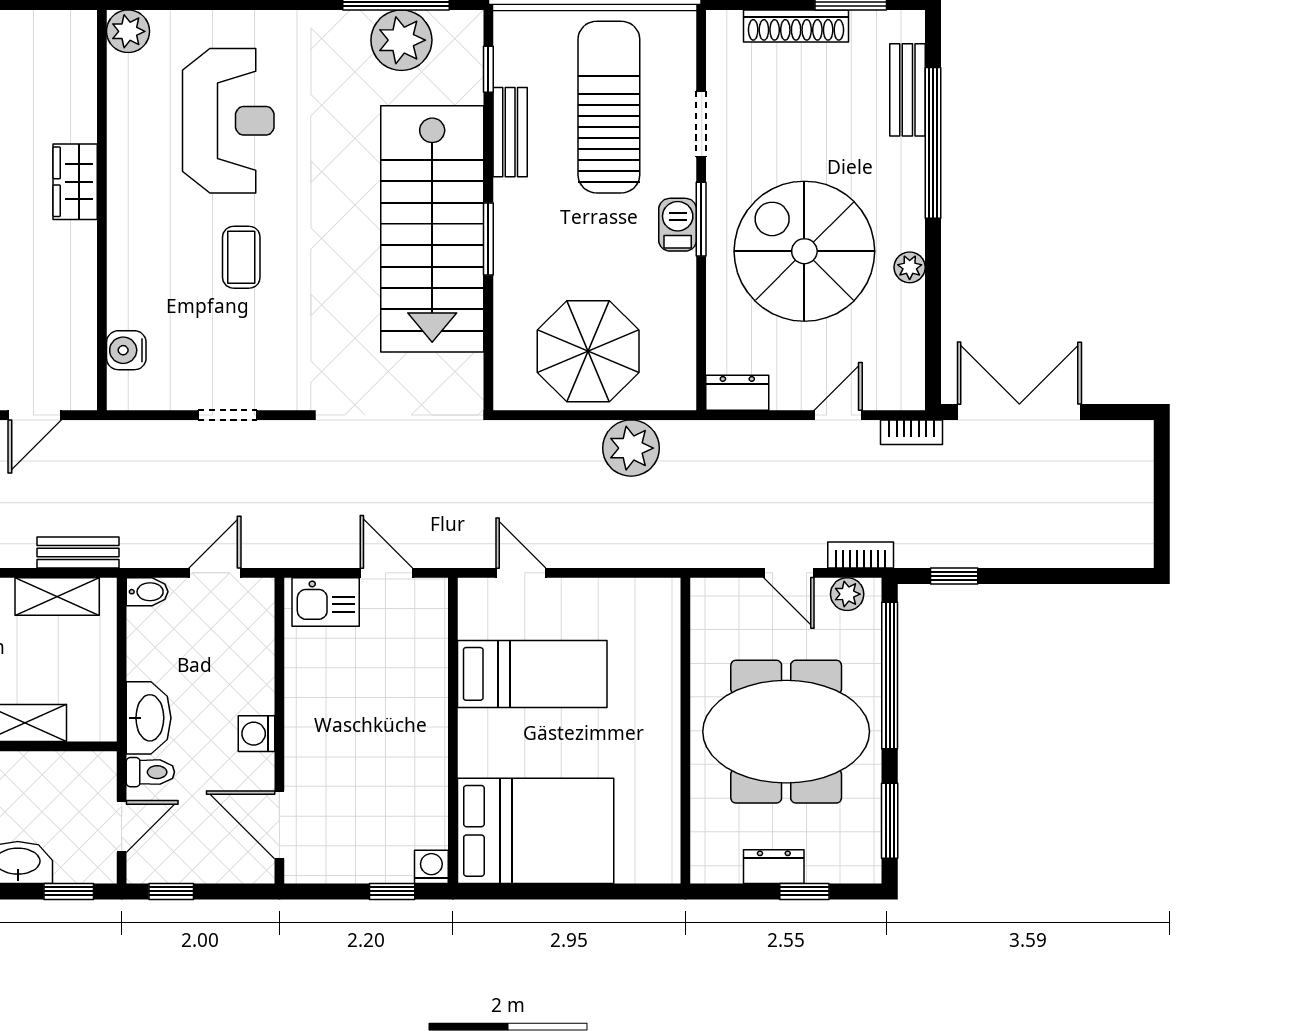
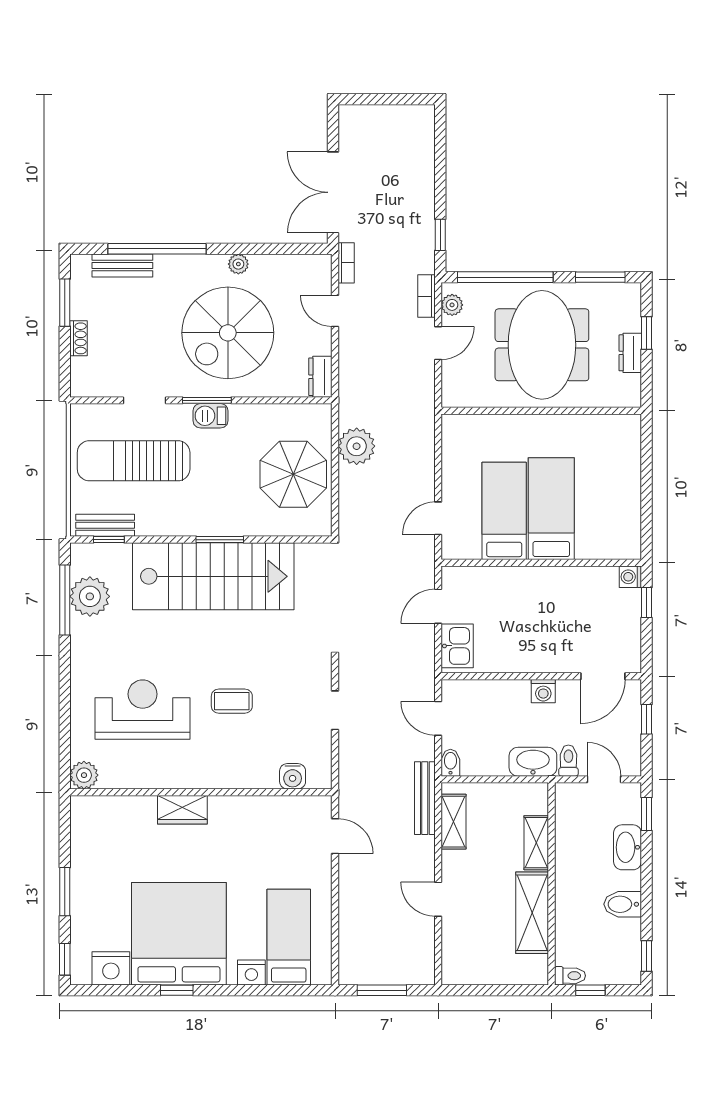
shoe rack: (796, 26) -> (79, 338), width x0.51, depth x0.81
bench: (510, 132) -> (105, 525), moved
bench: (78, 552) -> (425, 798), width x1.36
bed: (536, 831) -> (551, 509), moved, width x0.67
window: (171, 891) -> (646, 719), moved

